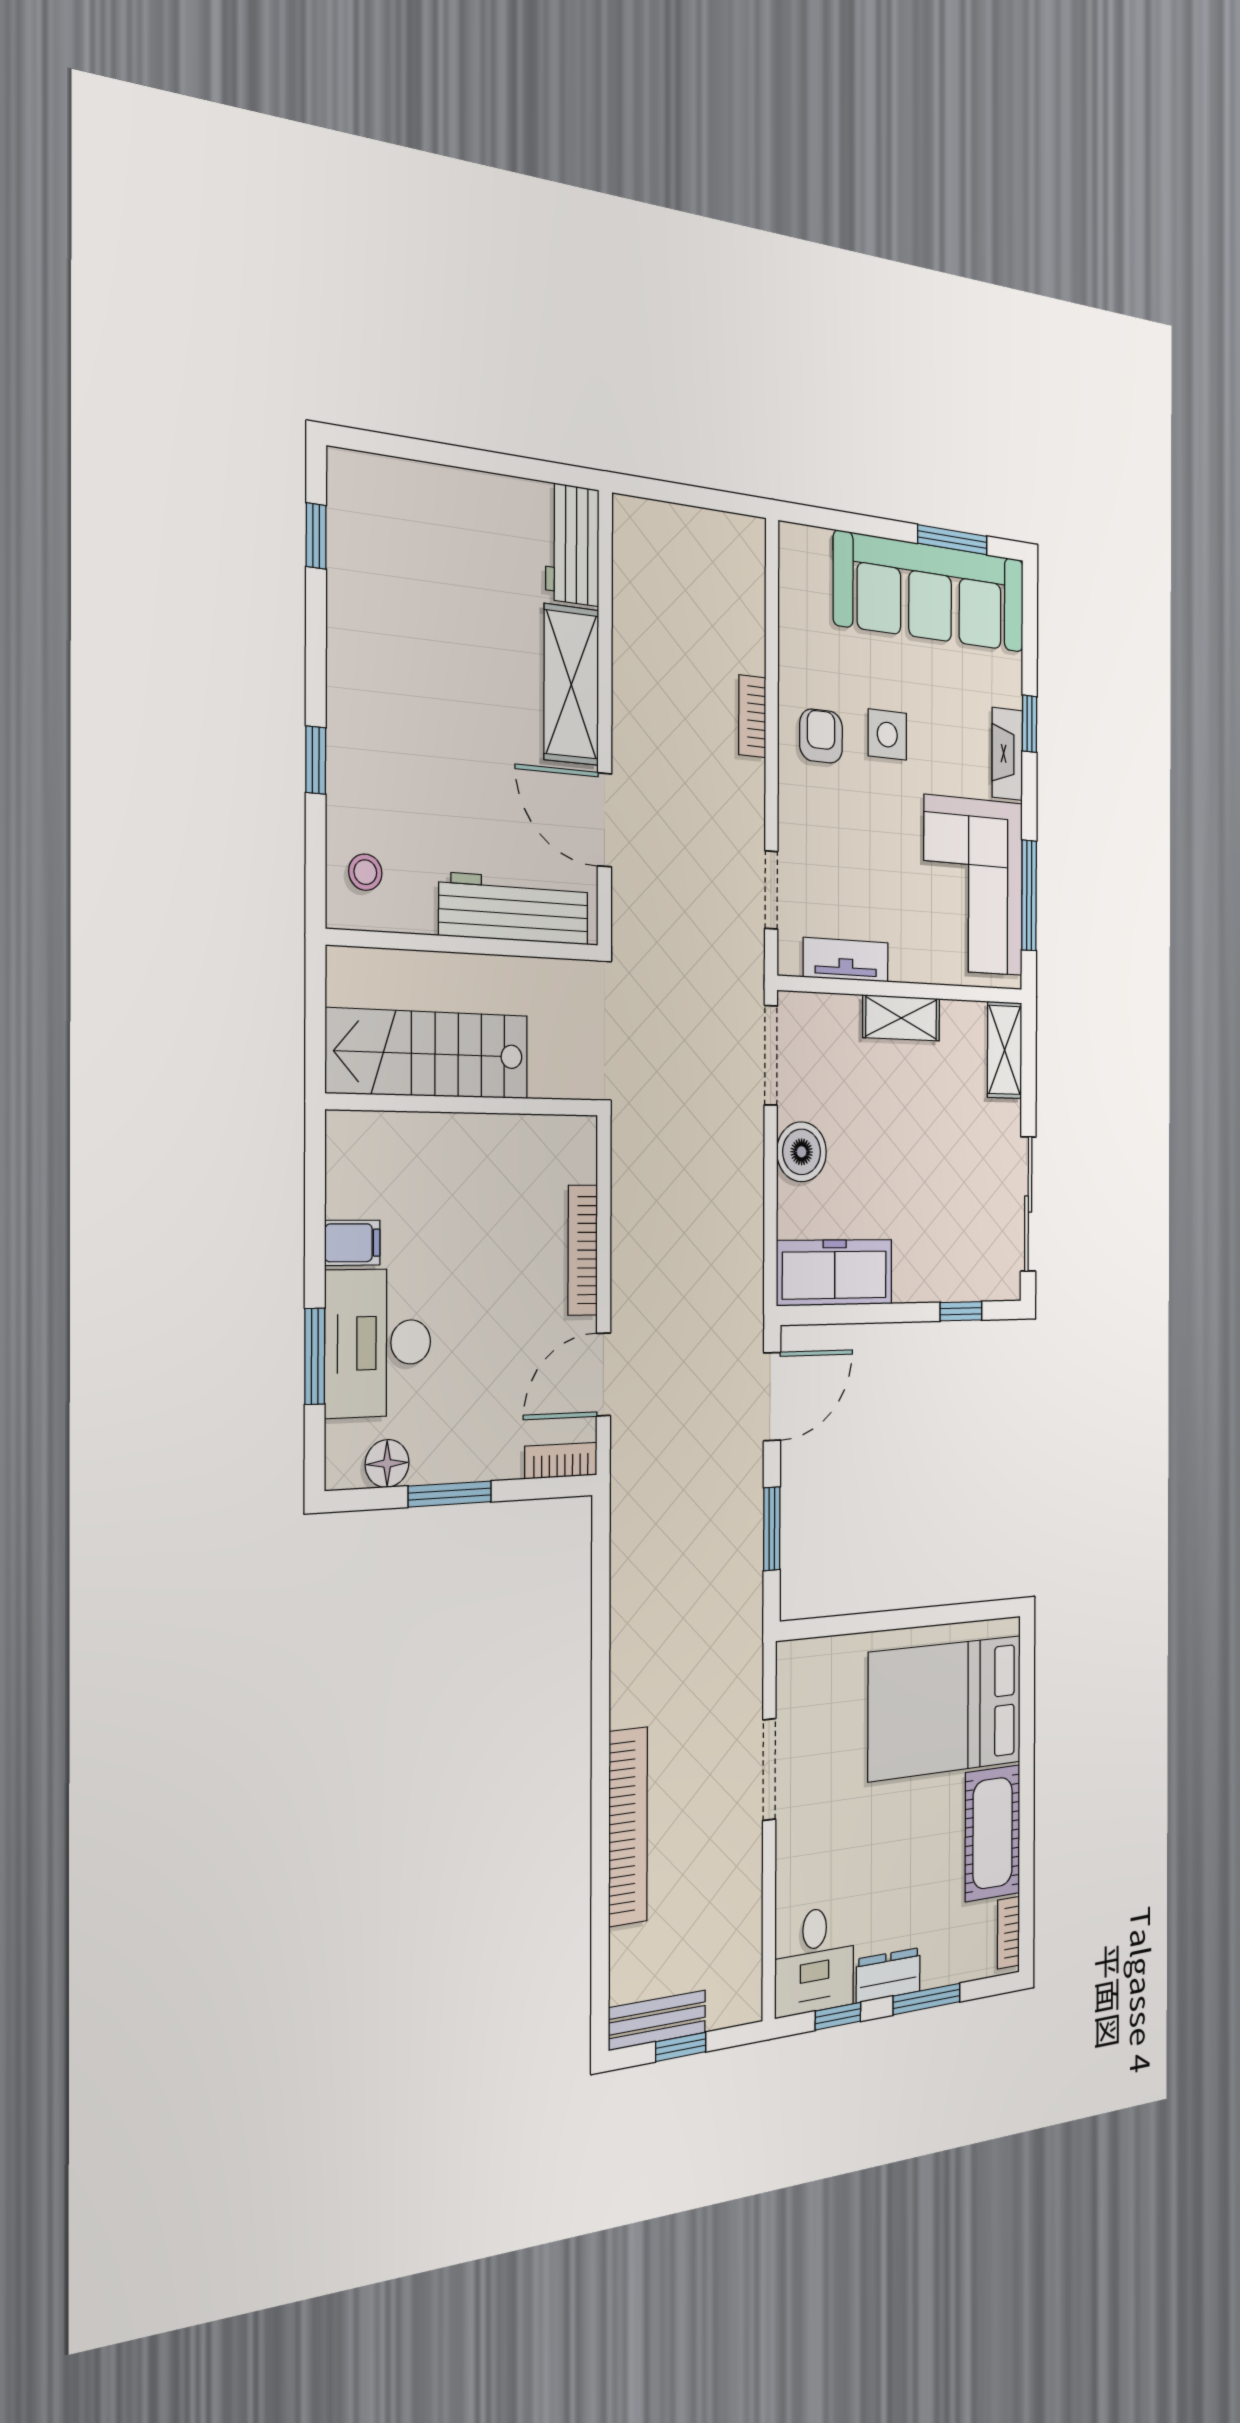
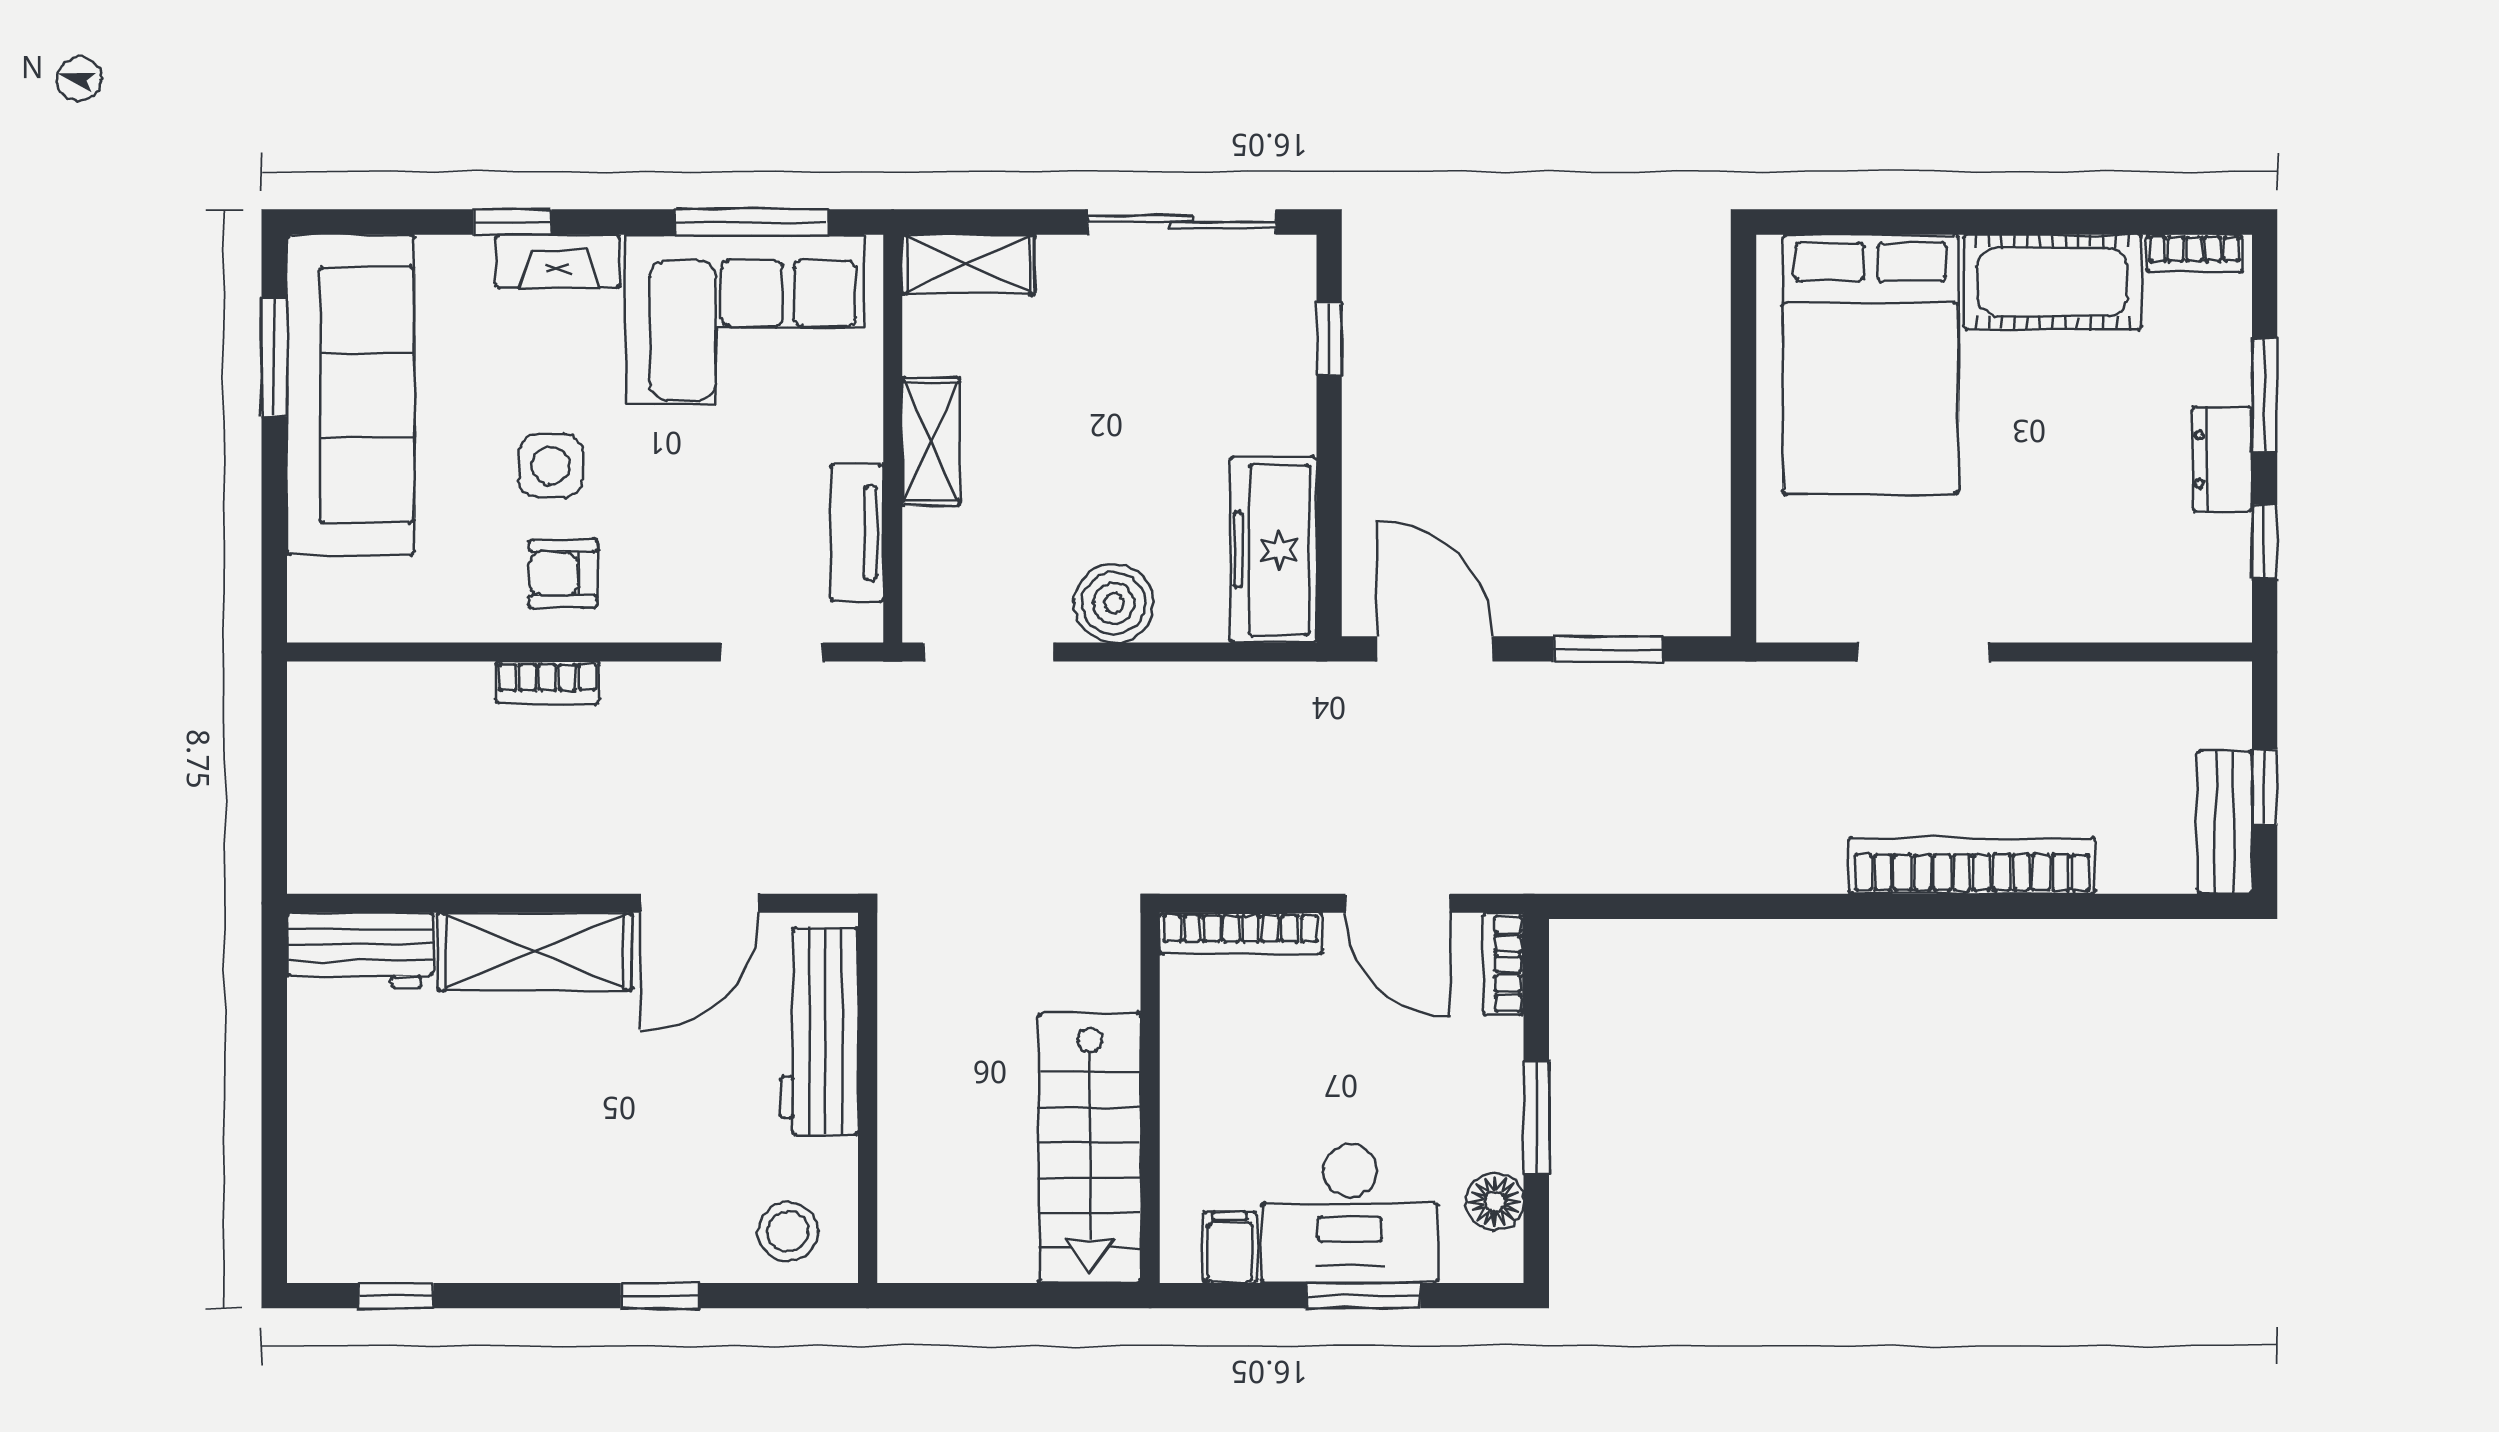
stool: (365, 872) -> (788, 1232), width x1.37, depth x1.37
stairs: (428, 1054) -> (1090, 1148), moved
wall: (465, 1105) -> (1150, 1098), moved
desk: (815, 1960) -> (2185, 579), removed

